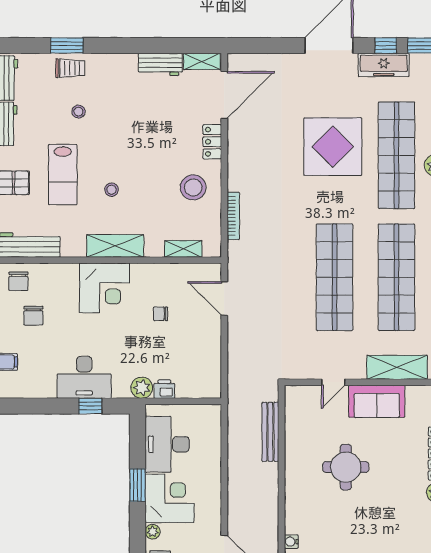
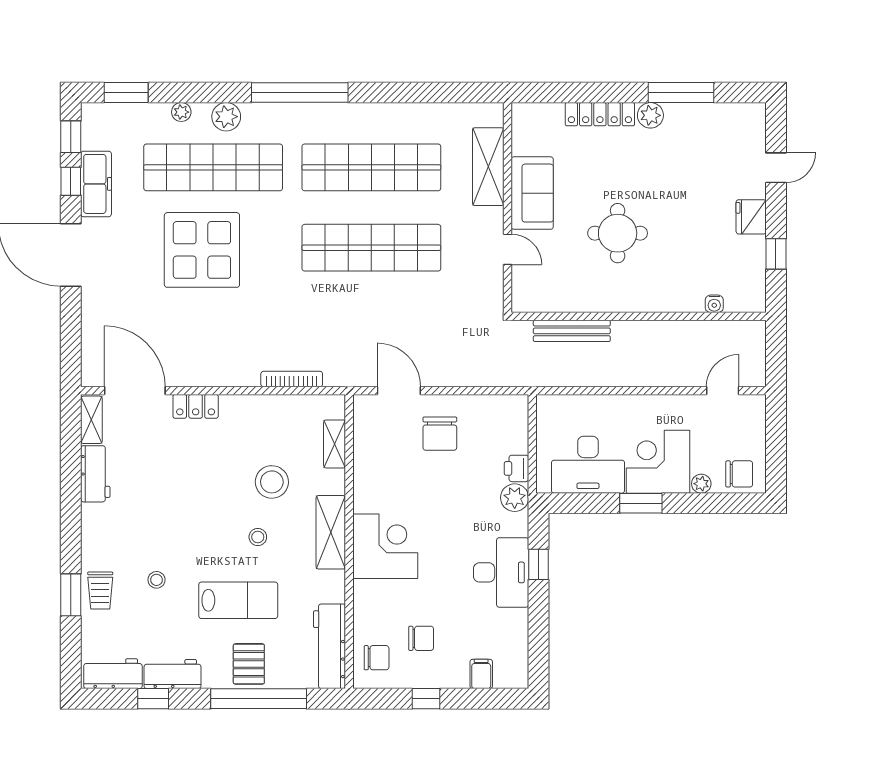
trolley: (70, 68) -> (100, 590), turned 180
stool: (193, 187) -> (272, 482), moved
door: (224, 298) -> (399, 391), swing flipped
chair: (160, 314) -> (440, 434), moved, width x1.87, depth x1.87

